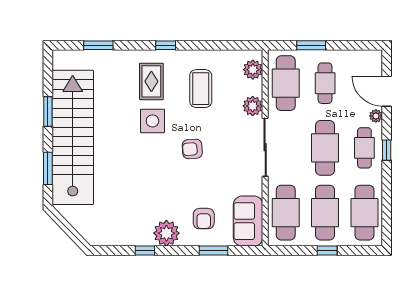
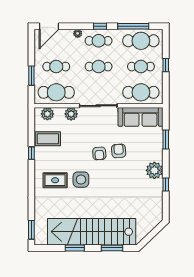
window: (98, 45) -> (31, 230), moved
window: (166, 45) -> (31, 153), moved
coffee table: (201, 89) -> (48, 139), moved
door: (387, 91) -> (49, 26), moved
cafe table: (325, 148) -> (99, 67), width x0.73, depth x0.74
window: (387, 201) -> (133, 26), added
cafe table: (325, 213) -> (141, 67), width x0.73, depth x0.74
armchair: (204, 219) -> (119, 151), moved, turned -94
sofa: (248, 221) -> (141, 117), width x1.36

